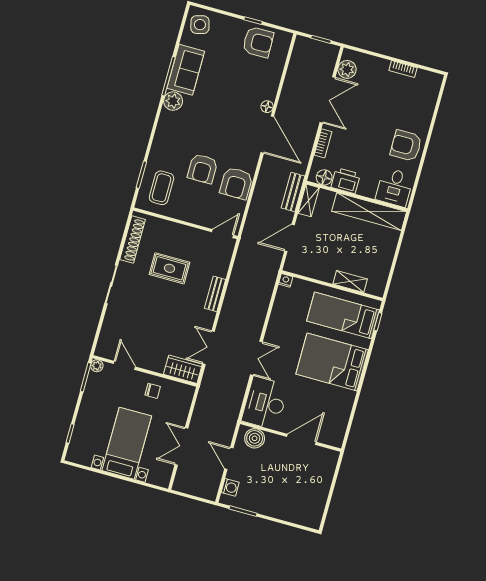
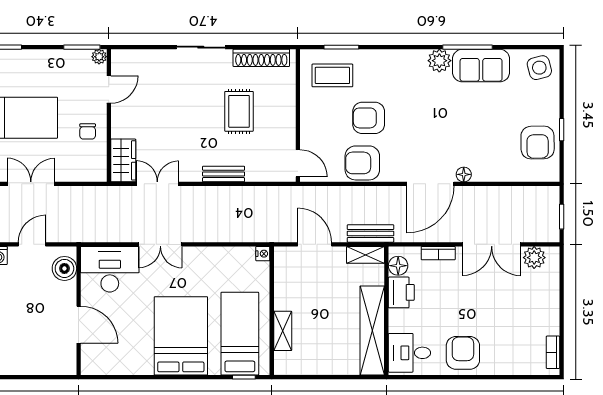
bookcase: (403, 69) -> (553, 352), moved

